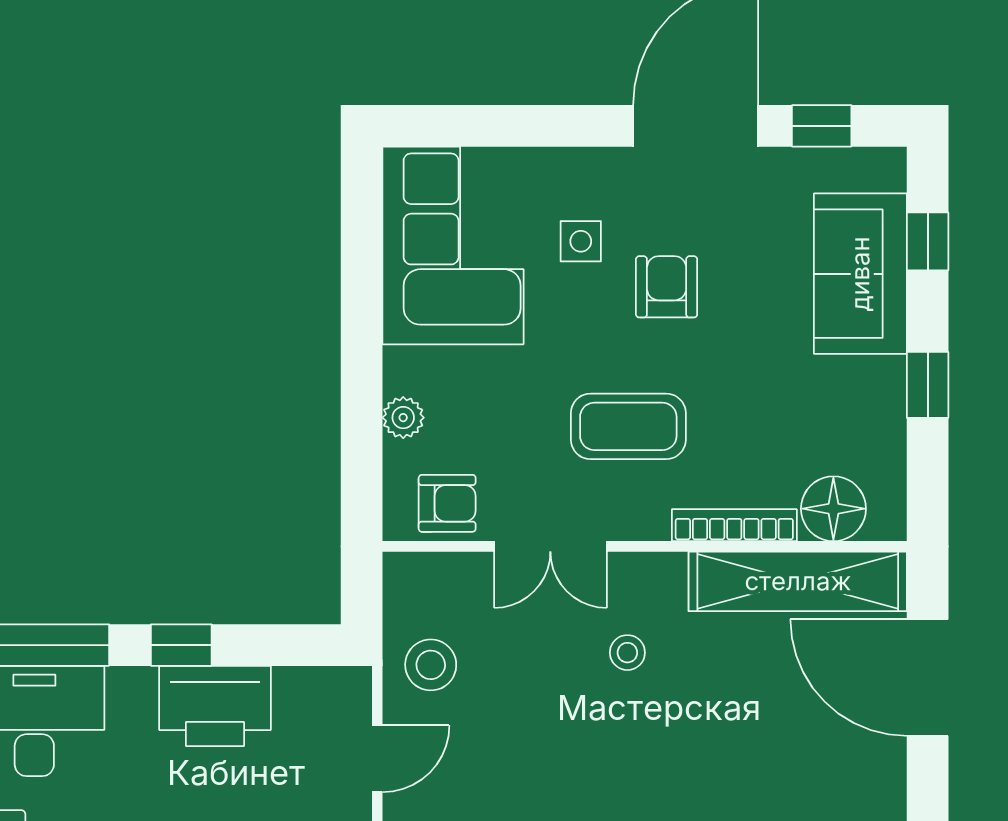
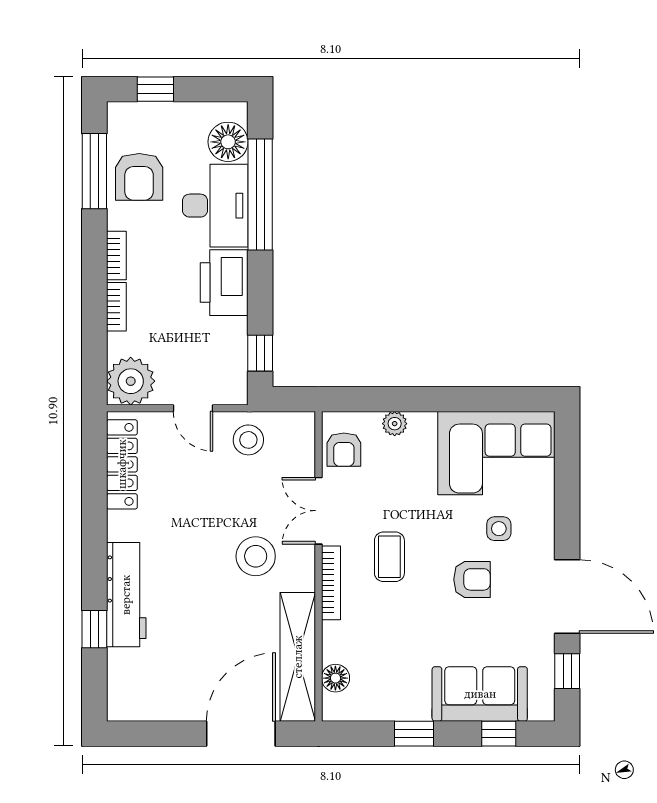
coffee table: (628, 426) -> (389, 557), width x0.73, depth x0.77
floor lamp: (833, 509) -> (335, 678), width x0.73, depth x0.73
bookcase: (734, 525) -> (331, 583), moved
window: (181, 645) -> (260, 353), moved
stool: (627, 653) -> (256, 556), width x1.89, depth x1.89
printer: (215, 706) -> (224, 283), moved

